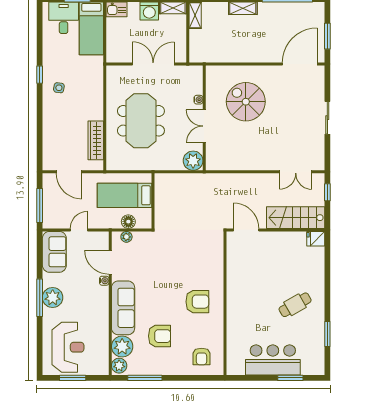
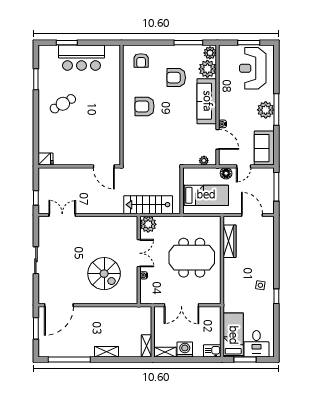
meeting table: (141, 121) -> (192, 258), turned 90
stairs: (296, 218) -> (148, 205), moved, turned 180
floor lamp: (128, 222) -> (226, 173), moved
armchair: (202, 356) -> (141, 61), turned 180

